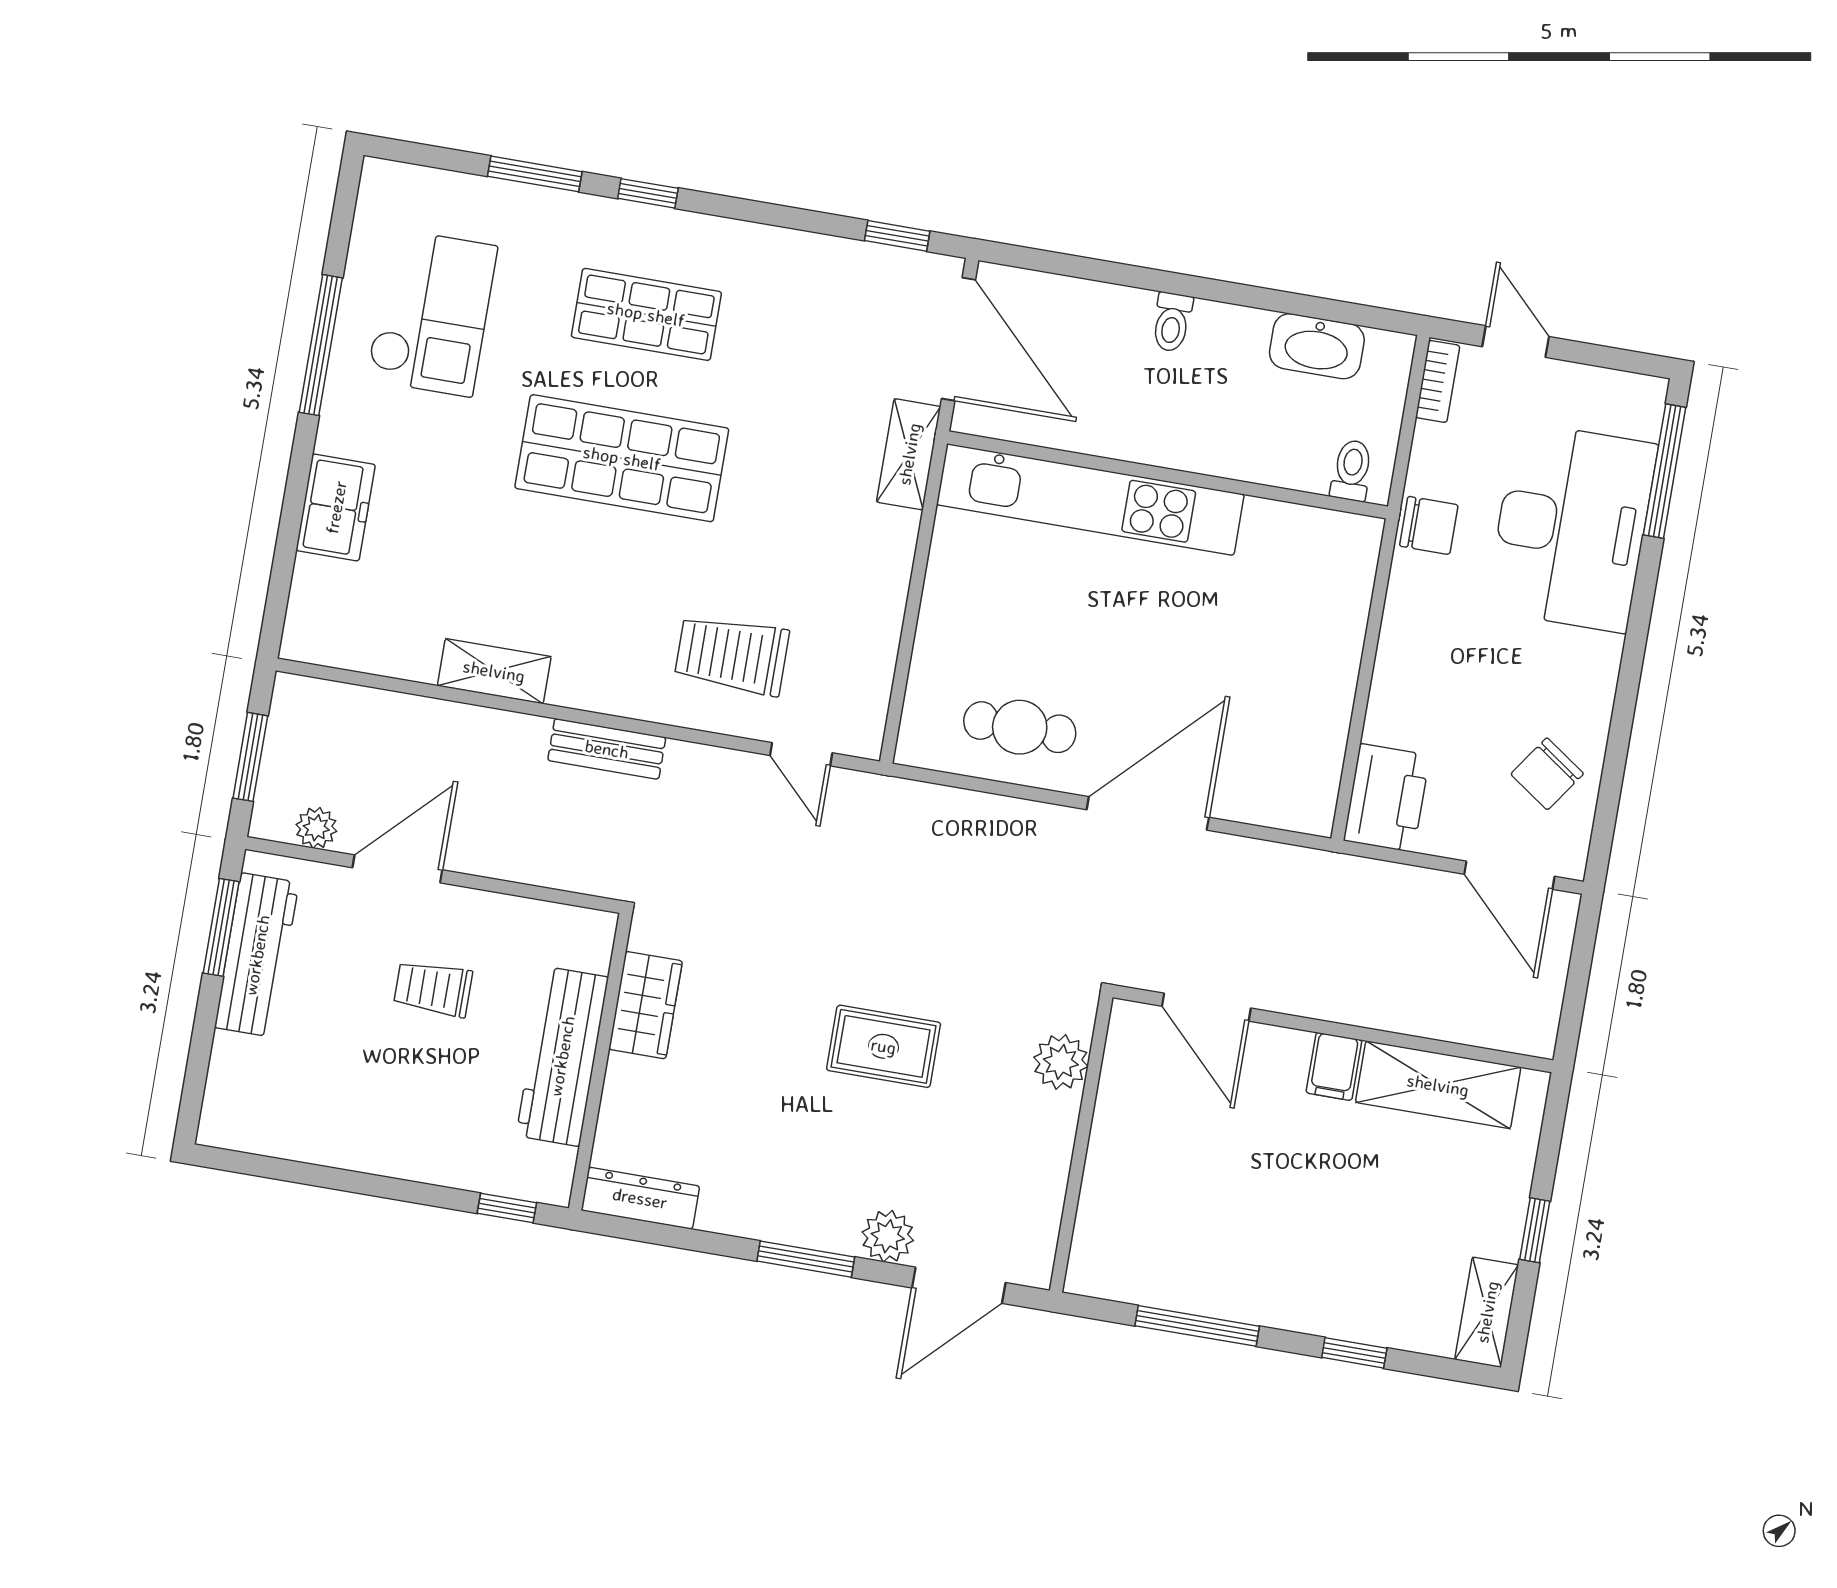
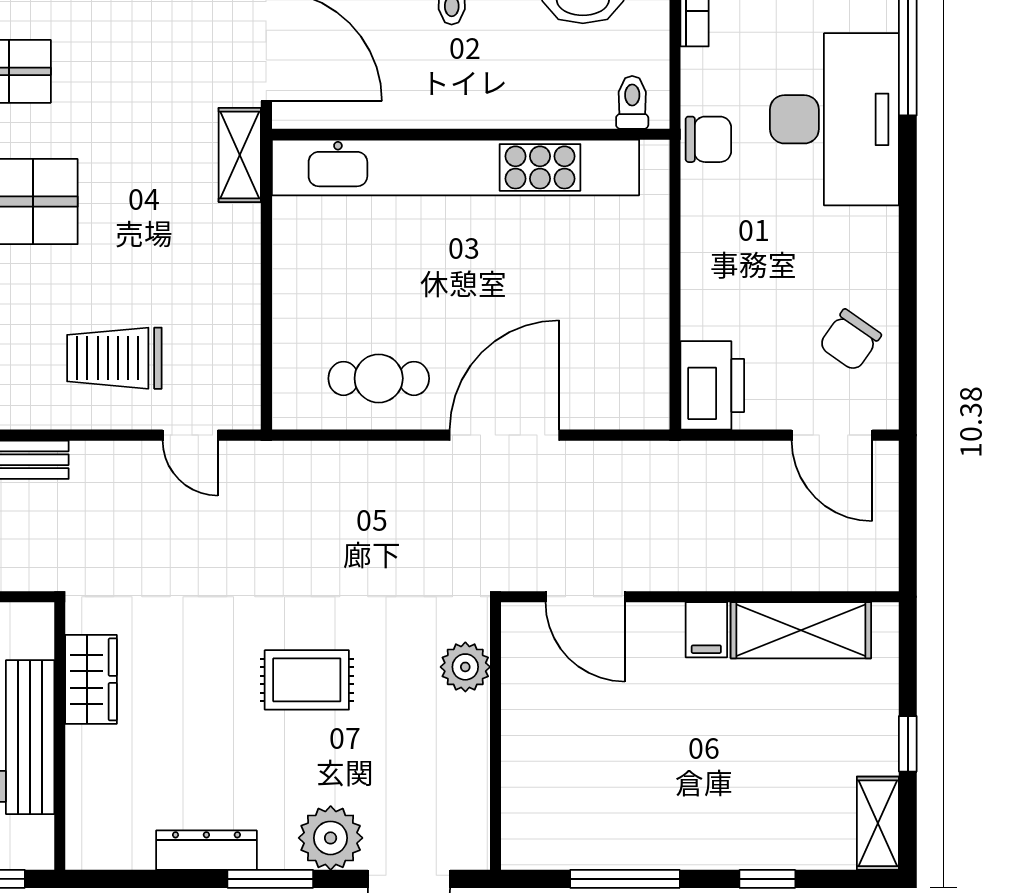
kitchen unit: (1090, 500) -> (455, 167), width x1.36
dresser: (640, 1198) -> (206, 850), moved
plant: (888, 1236) -> (331, 838), width x1.36, depth x1.36

